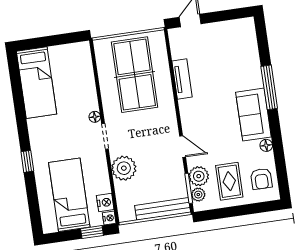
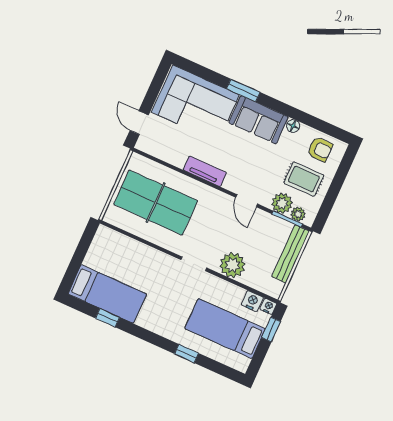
corner sofa: (234, 56) -> (195, 103), added
tv unit: (182, 79) -> (205, 171), moved
window: (269, 87) -> (243, 90), width x0.69
window: (18, 95) -> (108, 318), added
floor lamp: (95, 117) -> (170, 262), removed
door: (183, 147) -> (247, 201), swing flipped
window: (27, 161) -> (187, 353), moved

